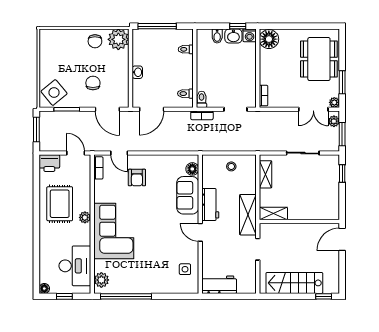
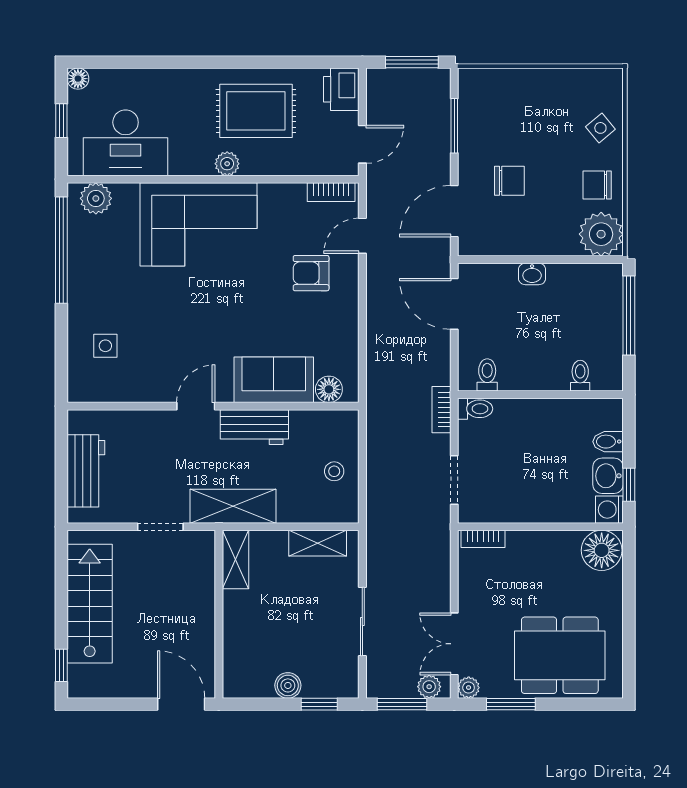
side table: (54, 93) -> (600, 128), moved, width x0.54, depth x0.54
boiler: (333, 189) -> (288, 685), added
side table: (185, 269) -> (105, 346), moved
workbench: (219, 285) -> (86, 471), moved

